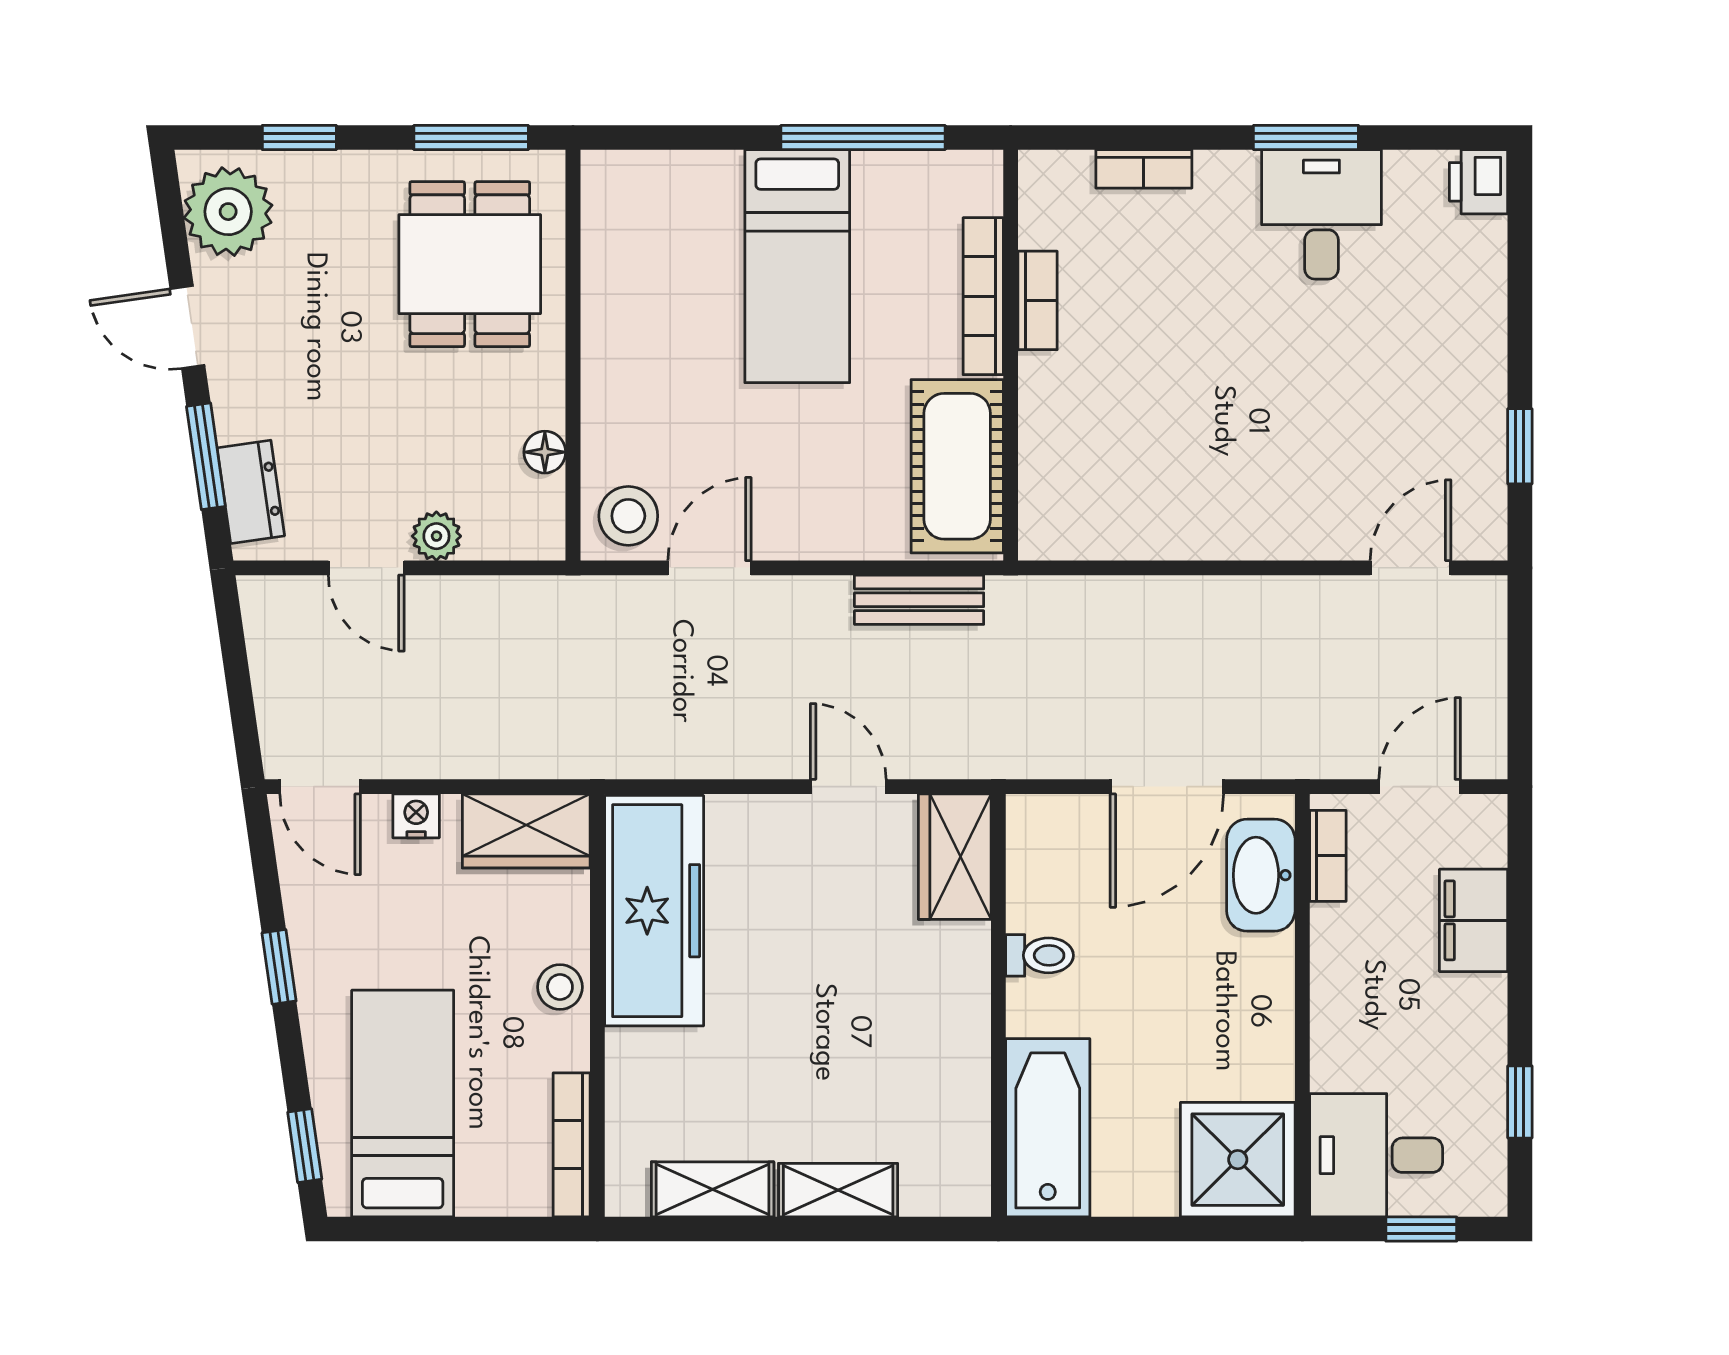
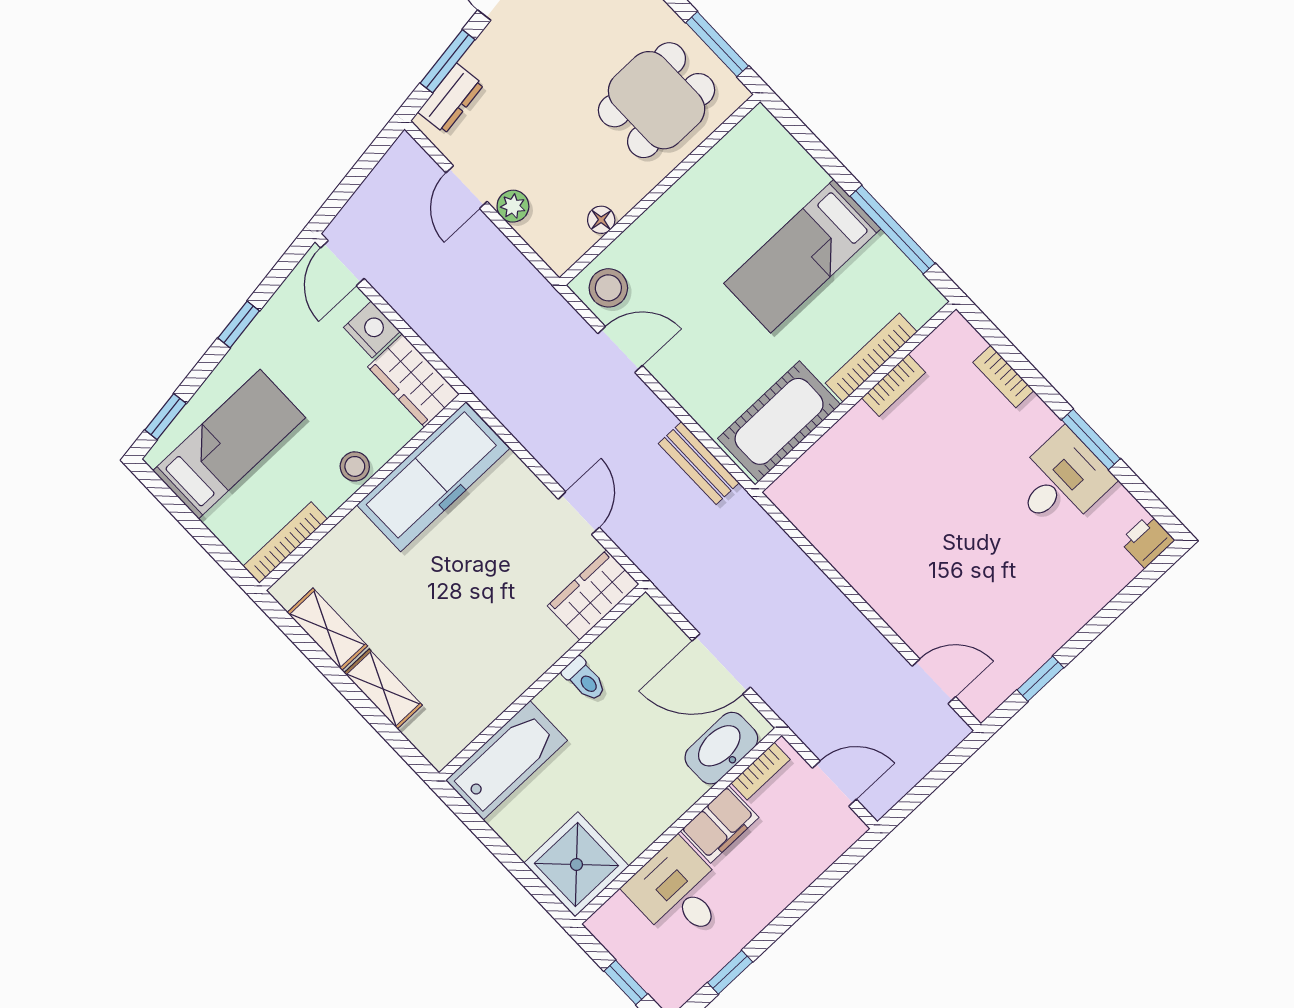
nightstand: (416, 816) -> (372, 329), width x1.39, depth x1.35
filing cabinet: (1474, 920) -> (720, 824), moved, turned 180
desk: (1376, 1155) -> (678, 892), moved

